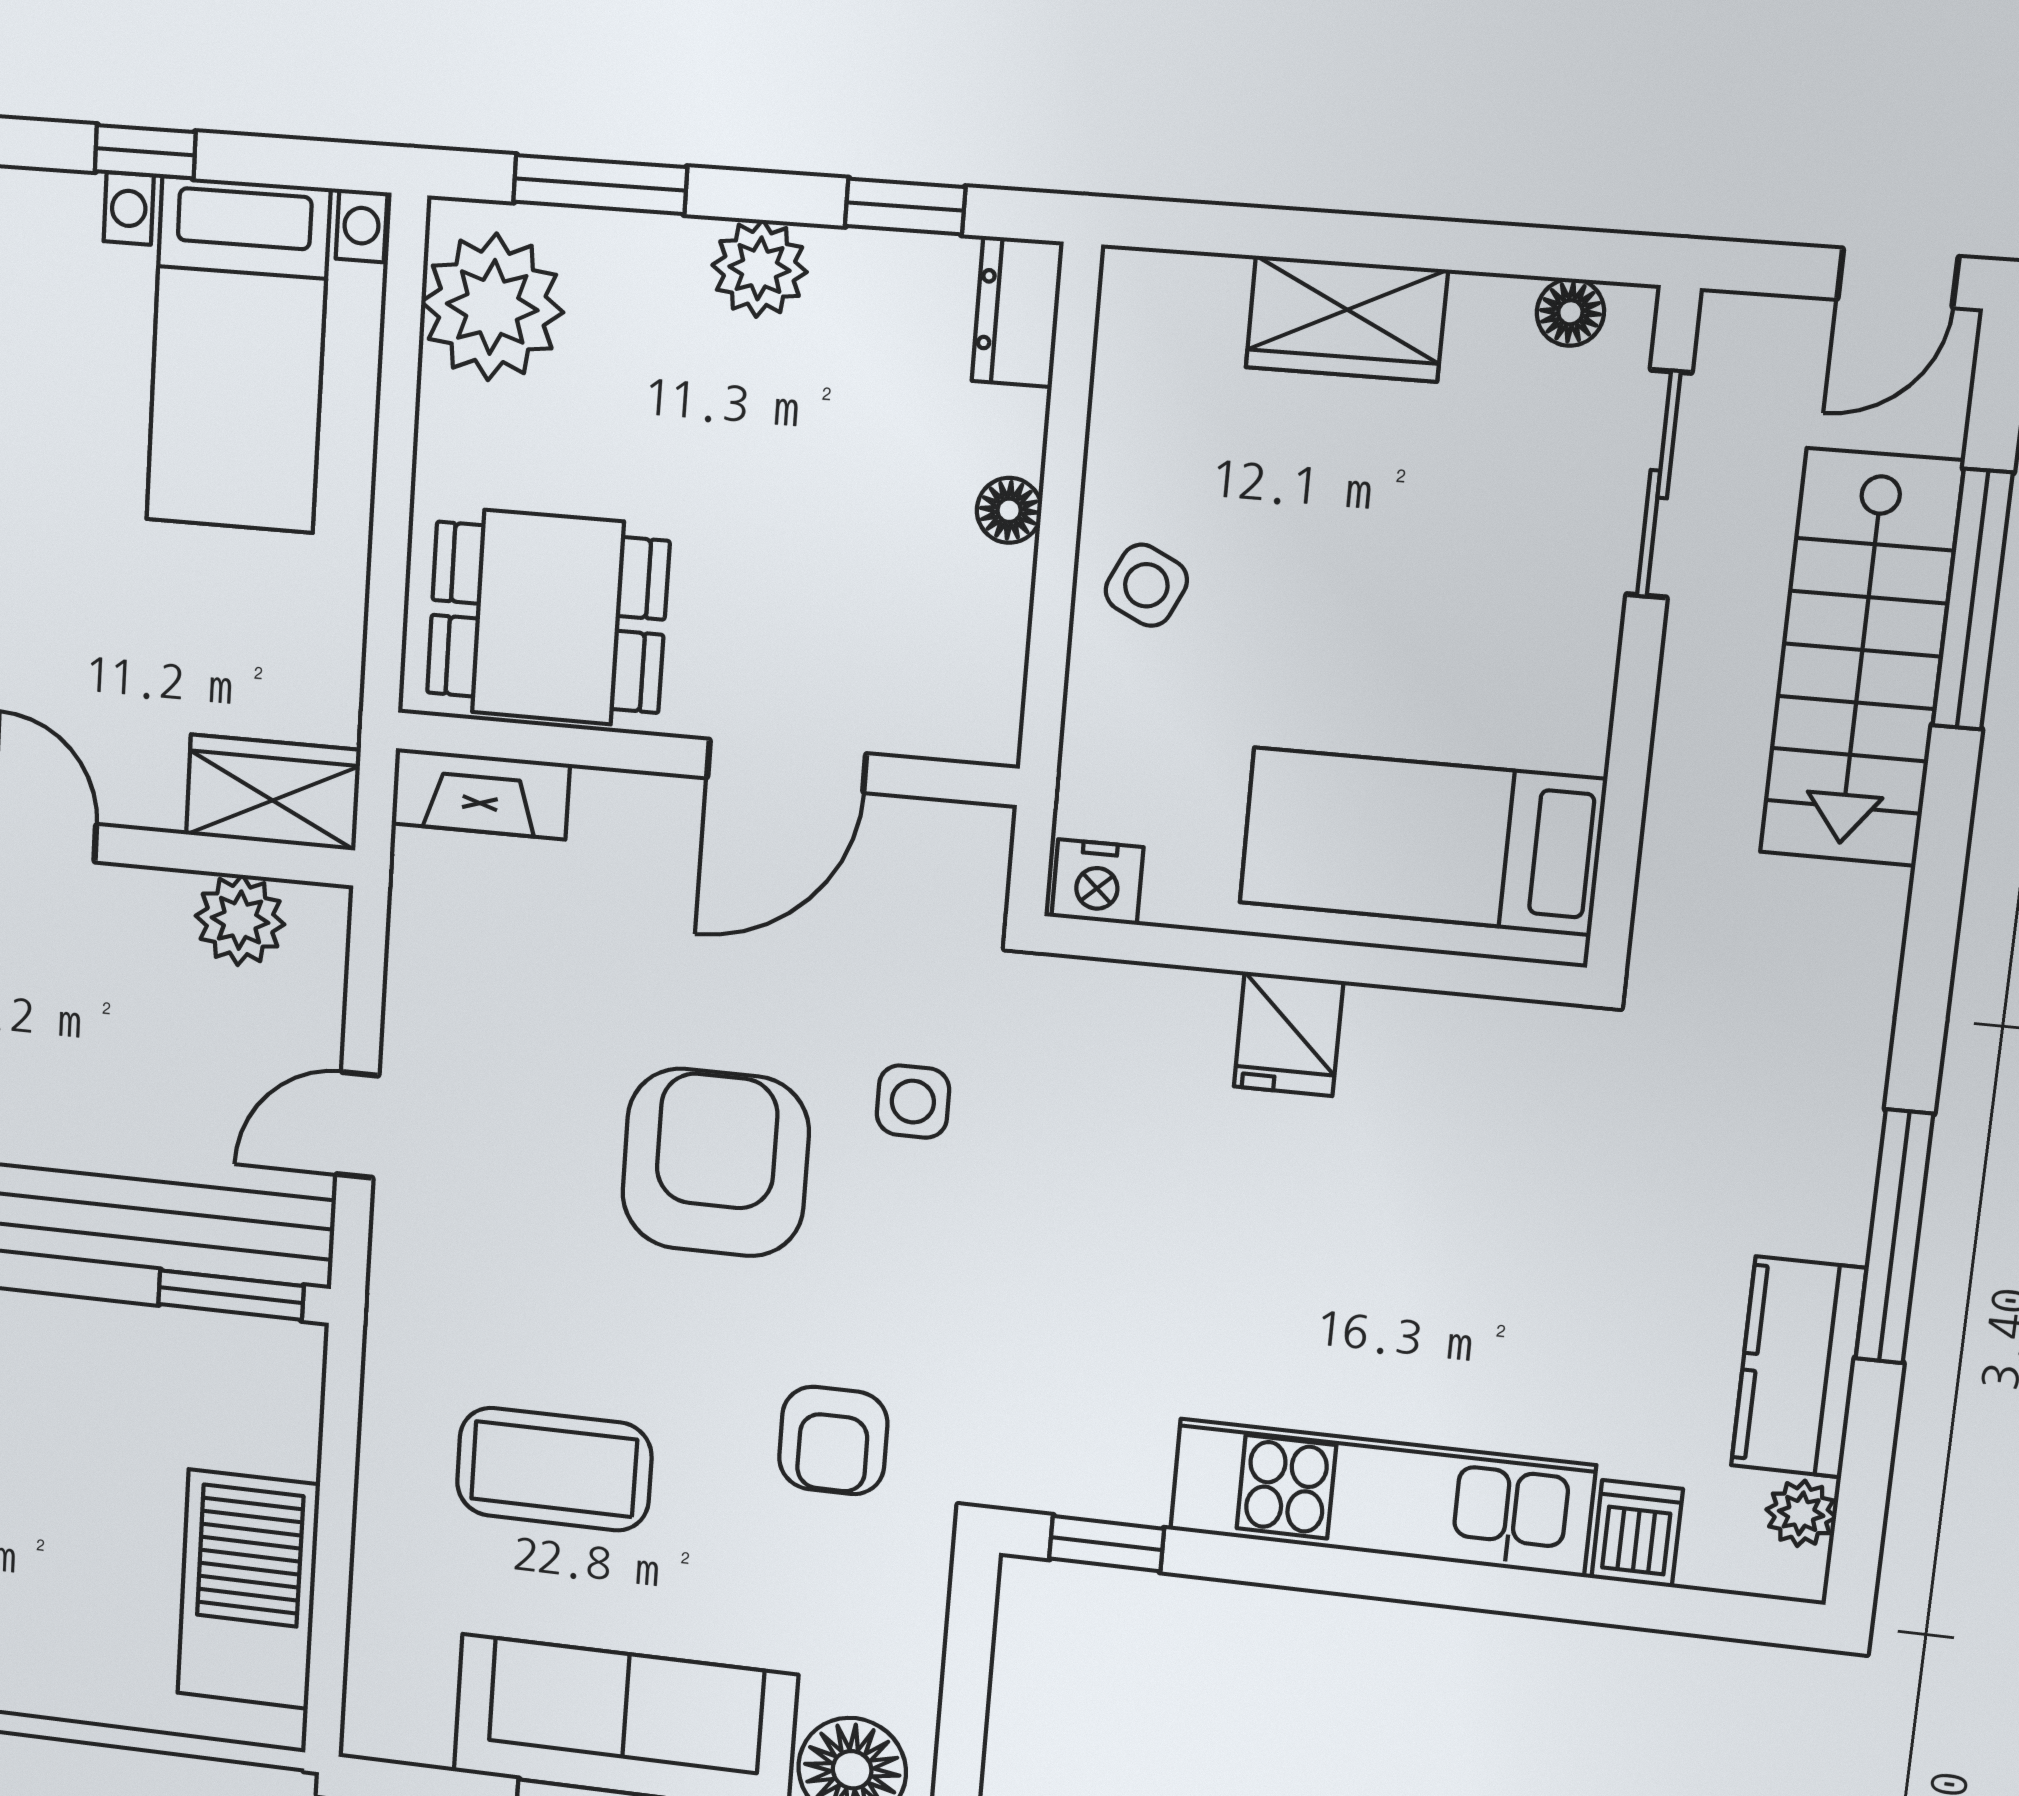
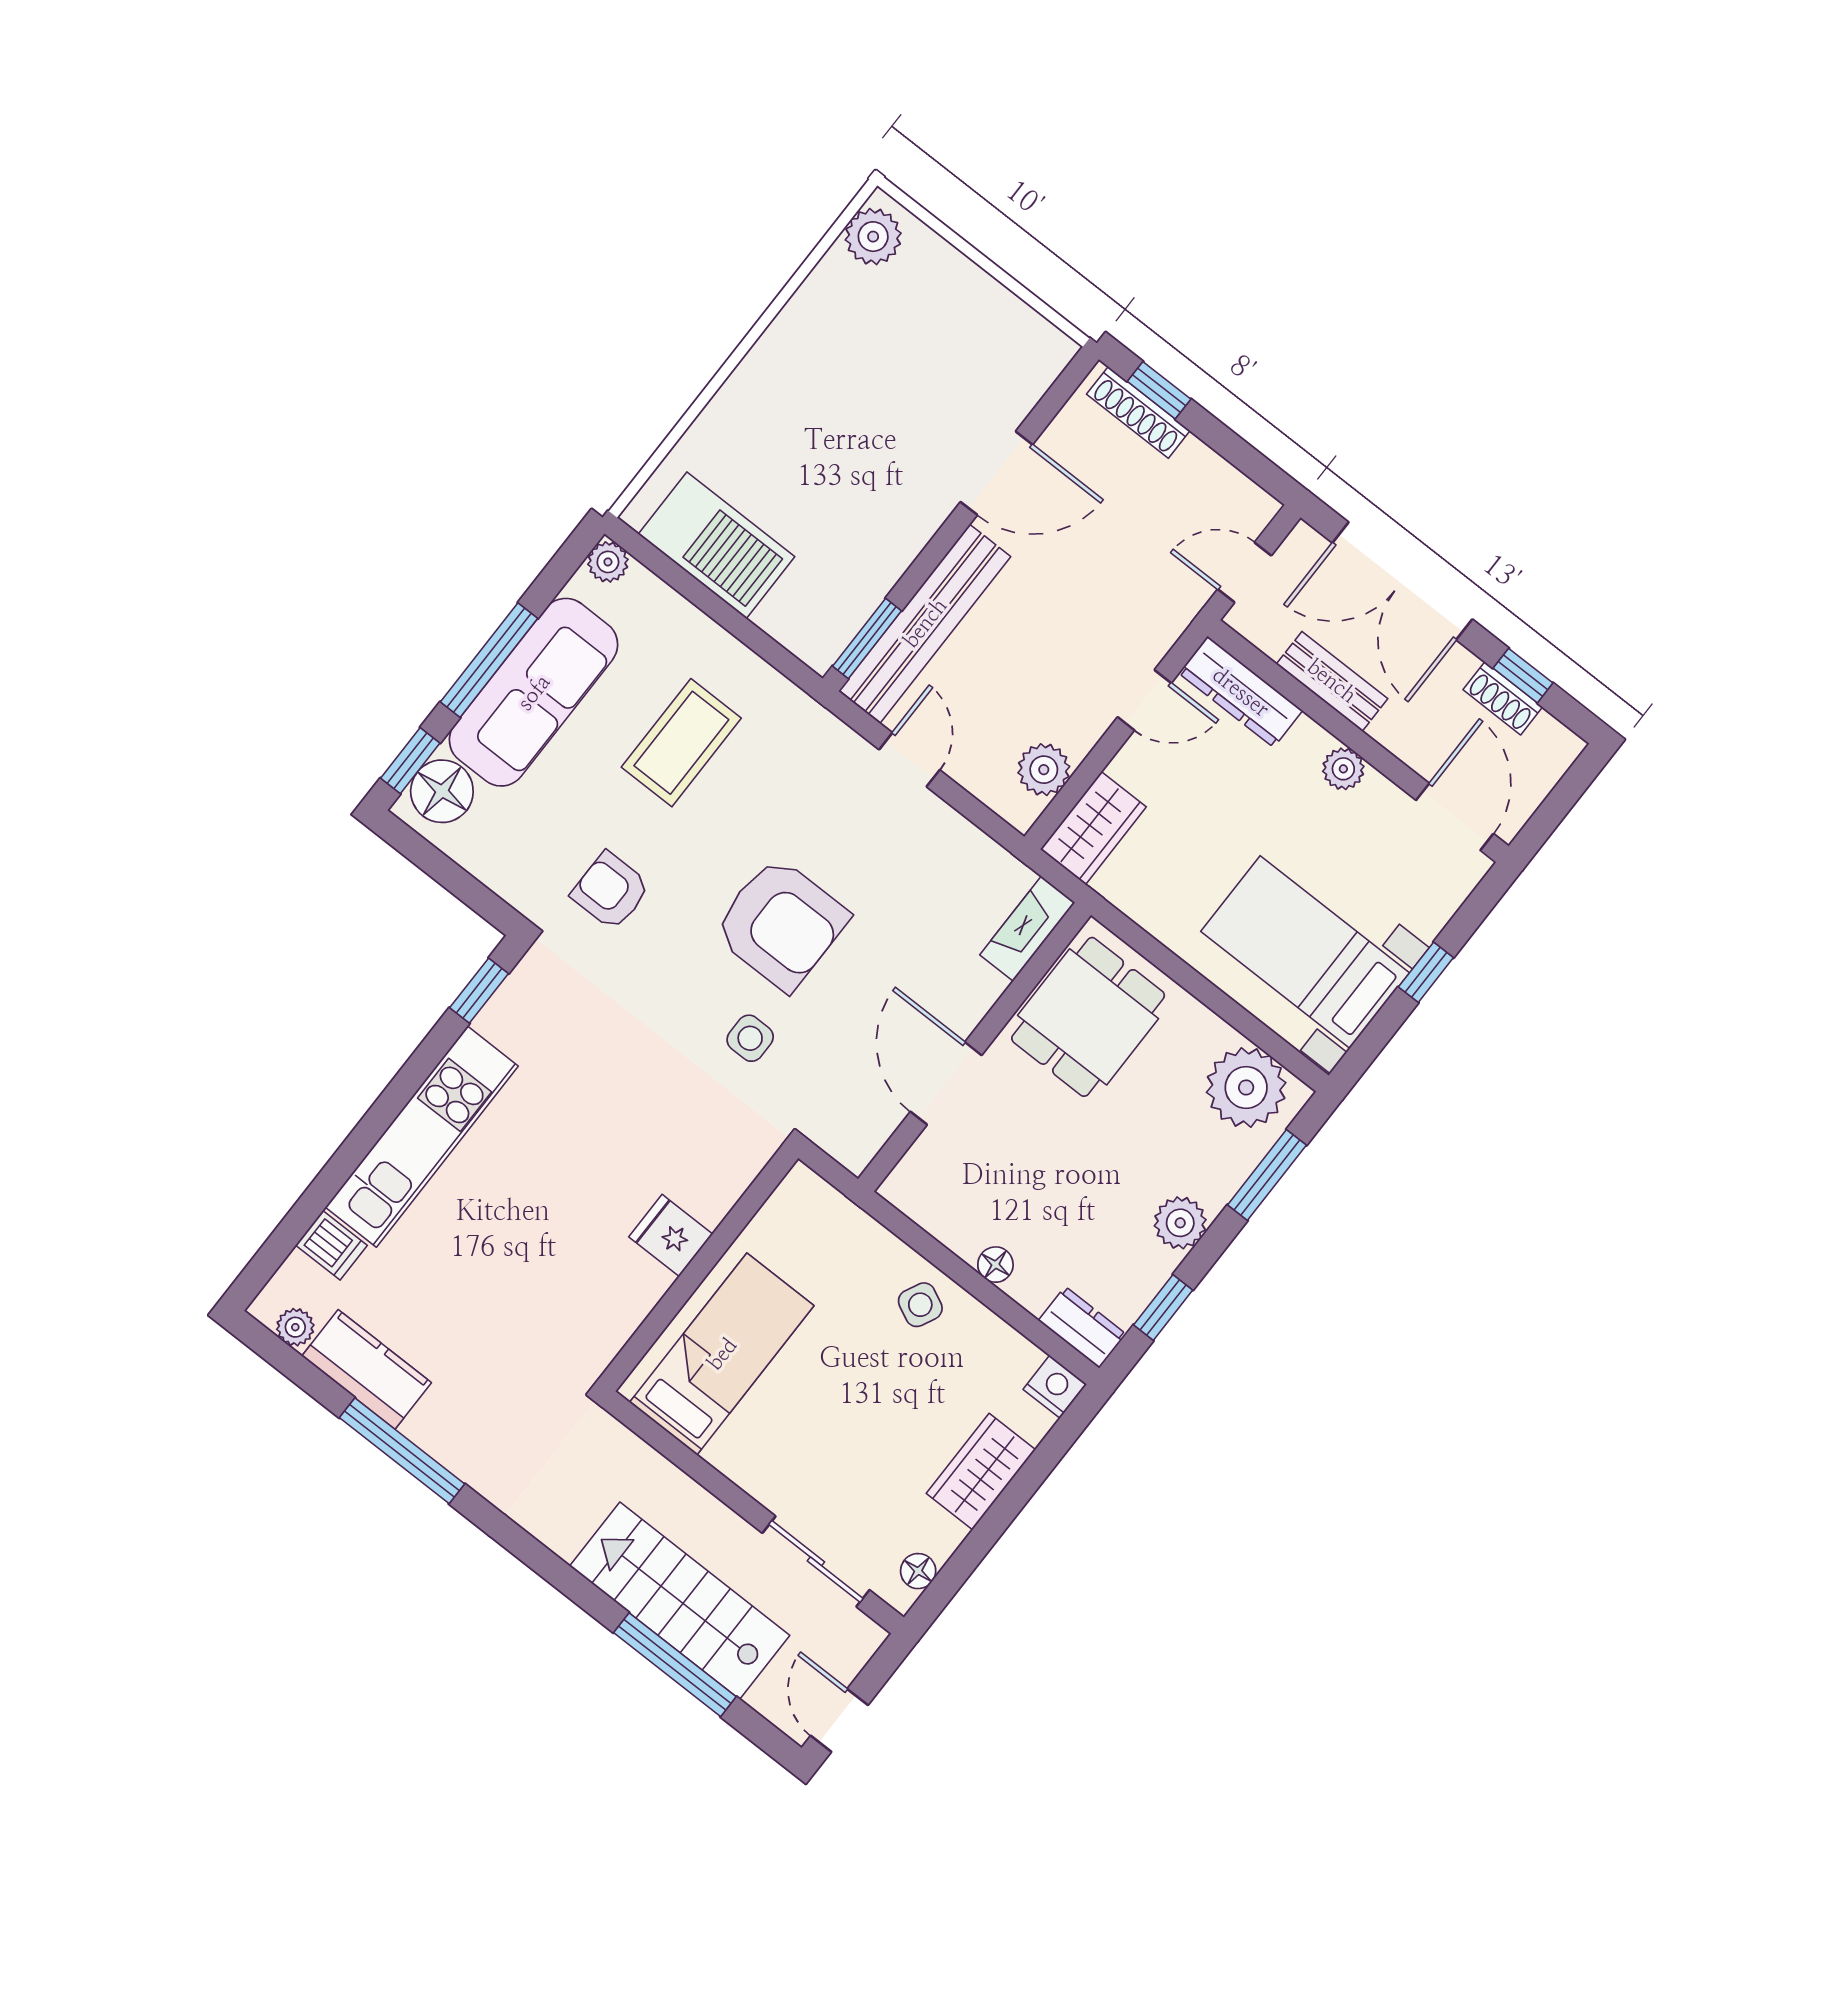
nightstand: (1097, 882) -> (1055, 1387), moved, turned 90
plant: (374, 1728) -> (608, 562), added

